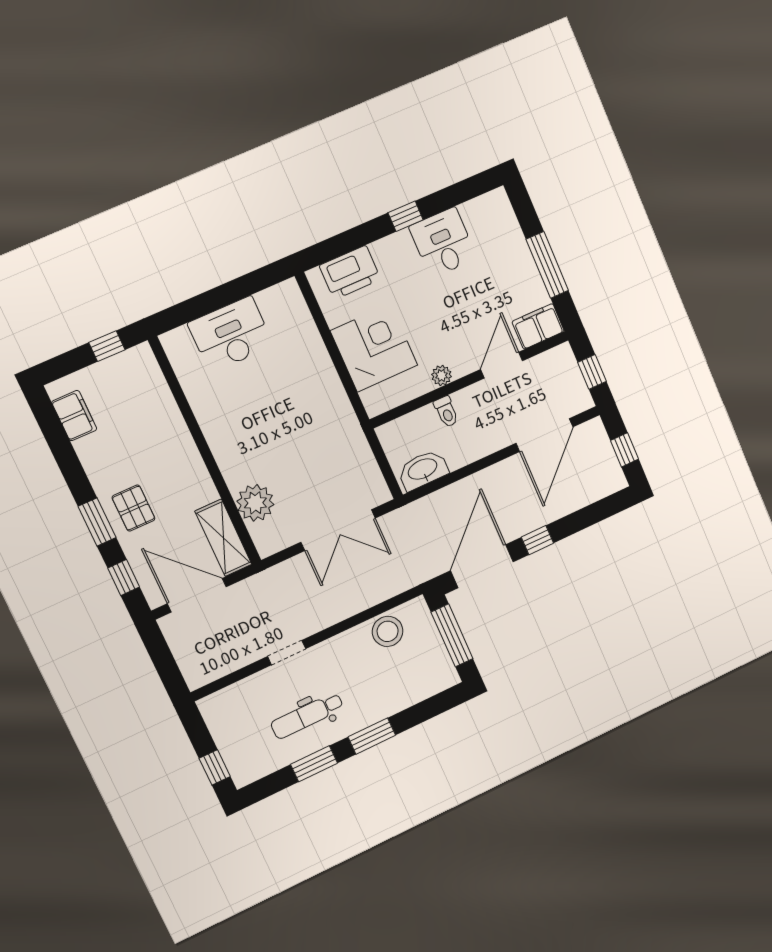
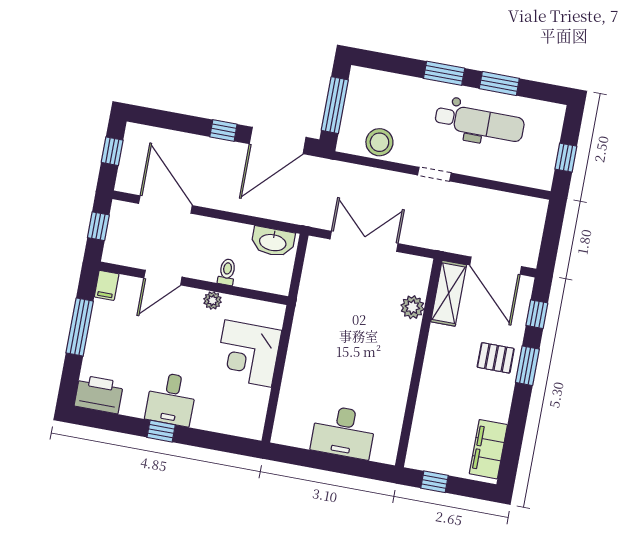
desk: (443, 243) -> (171, 399), moved
printer: (350, 272) -> (99, 394), moved
filing cabinet: (538, 326) -> (107, 285), width x0.50
filing cabinet: (74, 416) -> (488, 449), width x1.50, depth x1.17
door: (544, 435) -> (165, 205), hinge flipped
plant: (255, 503) -> (412, 307), width x0.73, depth x0.73
pallet: (134, 508) -> (496, 358), turned 90
doorway: (287, 653) -> (434, 174), moved
dental chair: (307, 716) -> (480, 123), width x1.36, depth x1.38
window: (215, 767) -> (566, 158), moved

